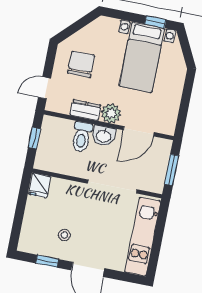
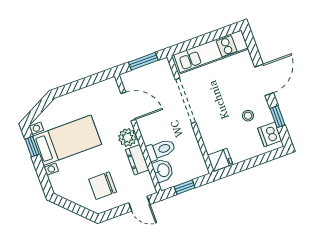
washbasin: (104, 136) -> (163, 170), moved
dishwasher: (35, 244) -> (270, 134), added

